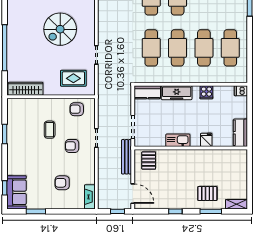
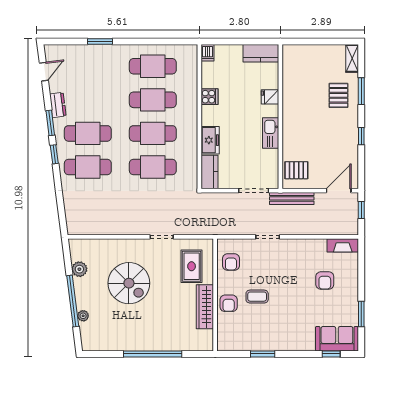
wardrobe: (26, 89) -> (205, 307), moved
freezer: (177, 93) -> (210, 140), width x0.71
armchair: (72, 146) -> (229, 303), moved

